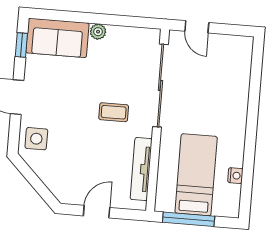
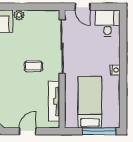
desk: (233, 55) -> (108, 23), added
nightstand: (235, 176) -> (115, 70), moved
window: (189, 219) -> (99, 131), moved

